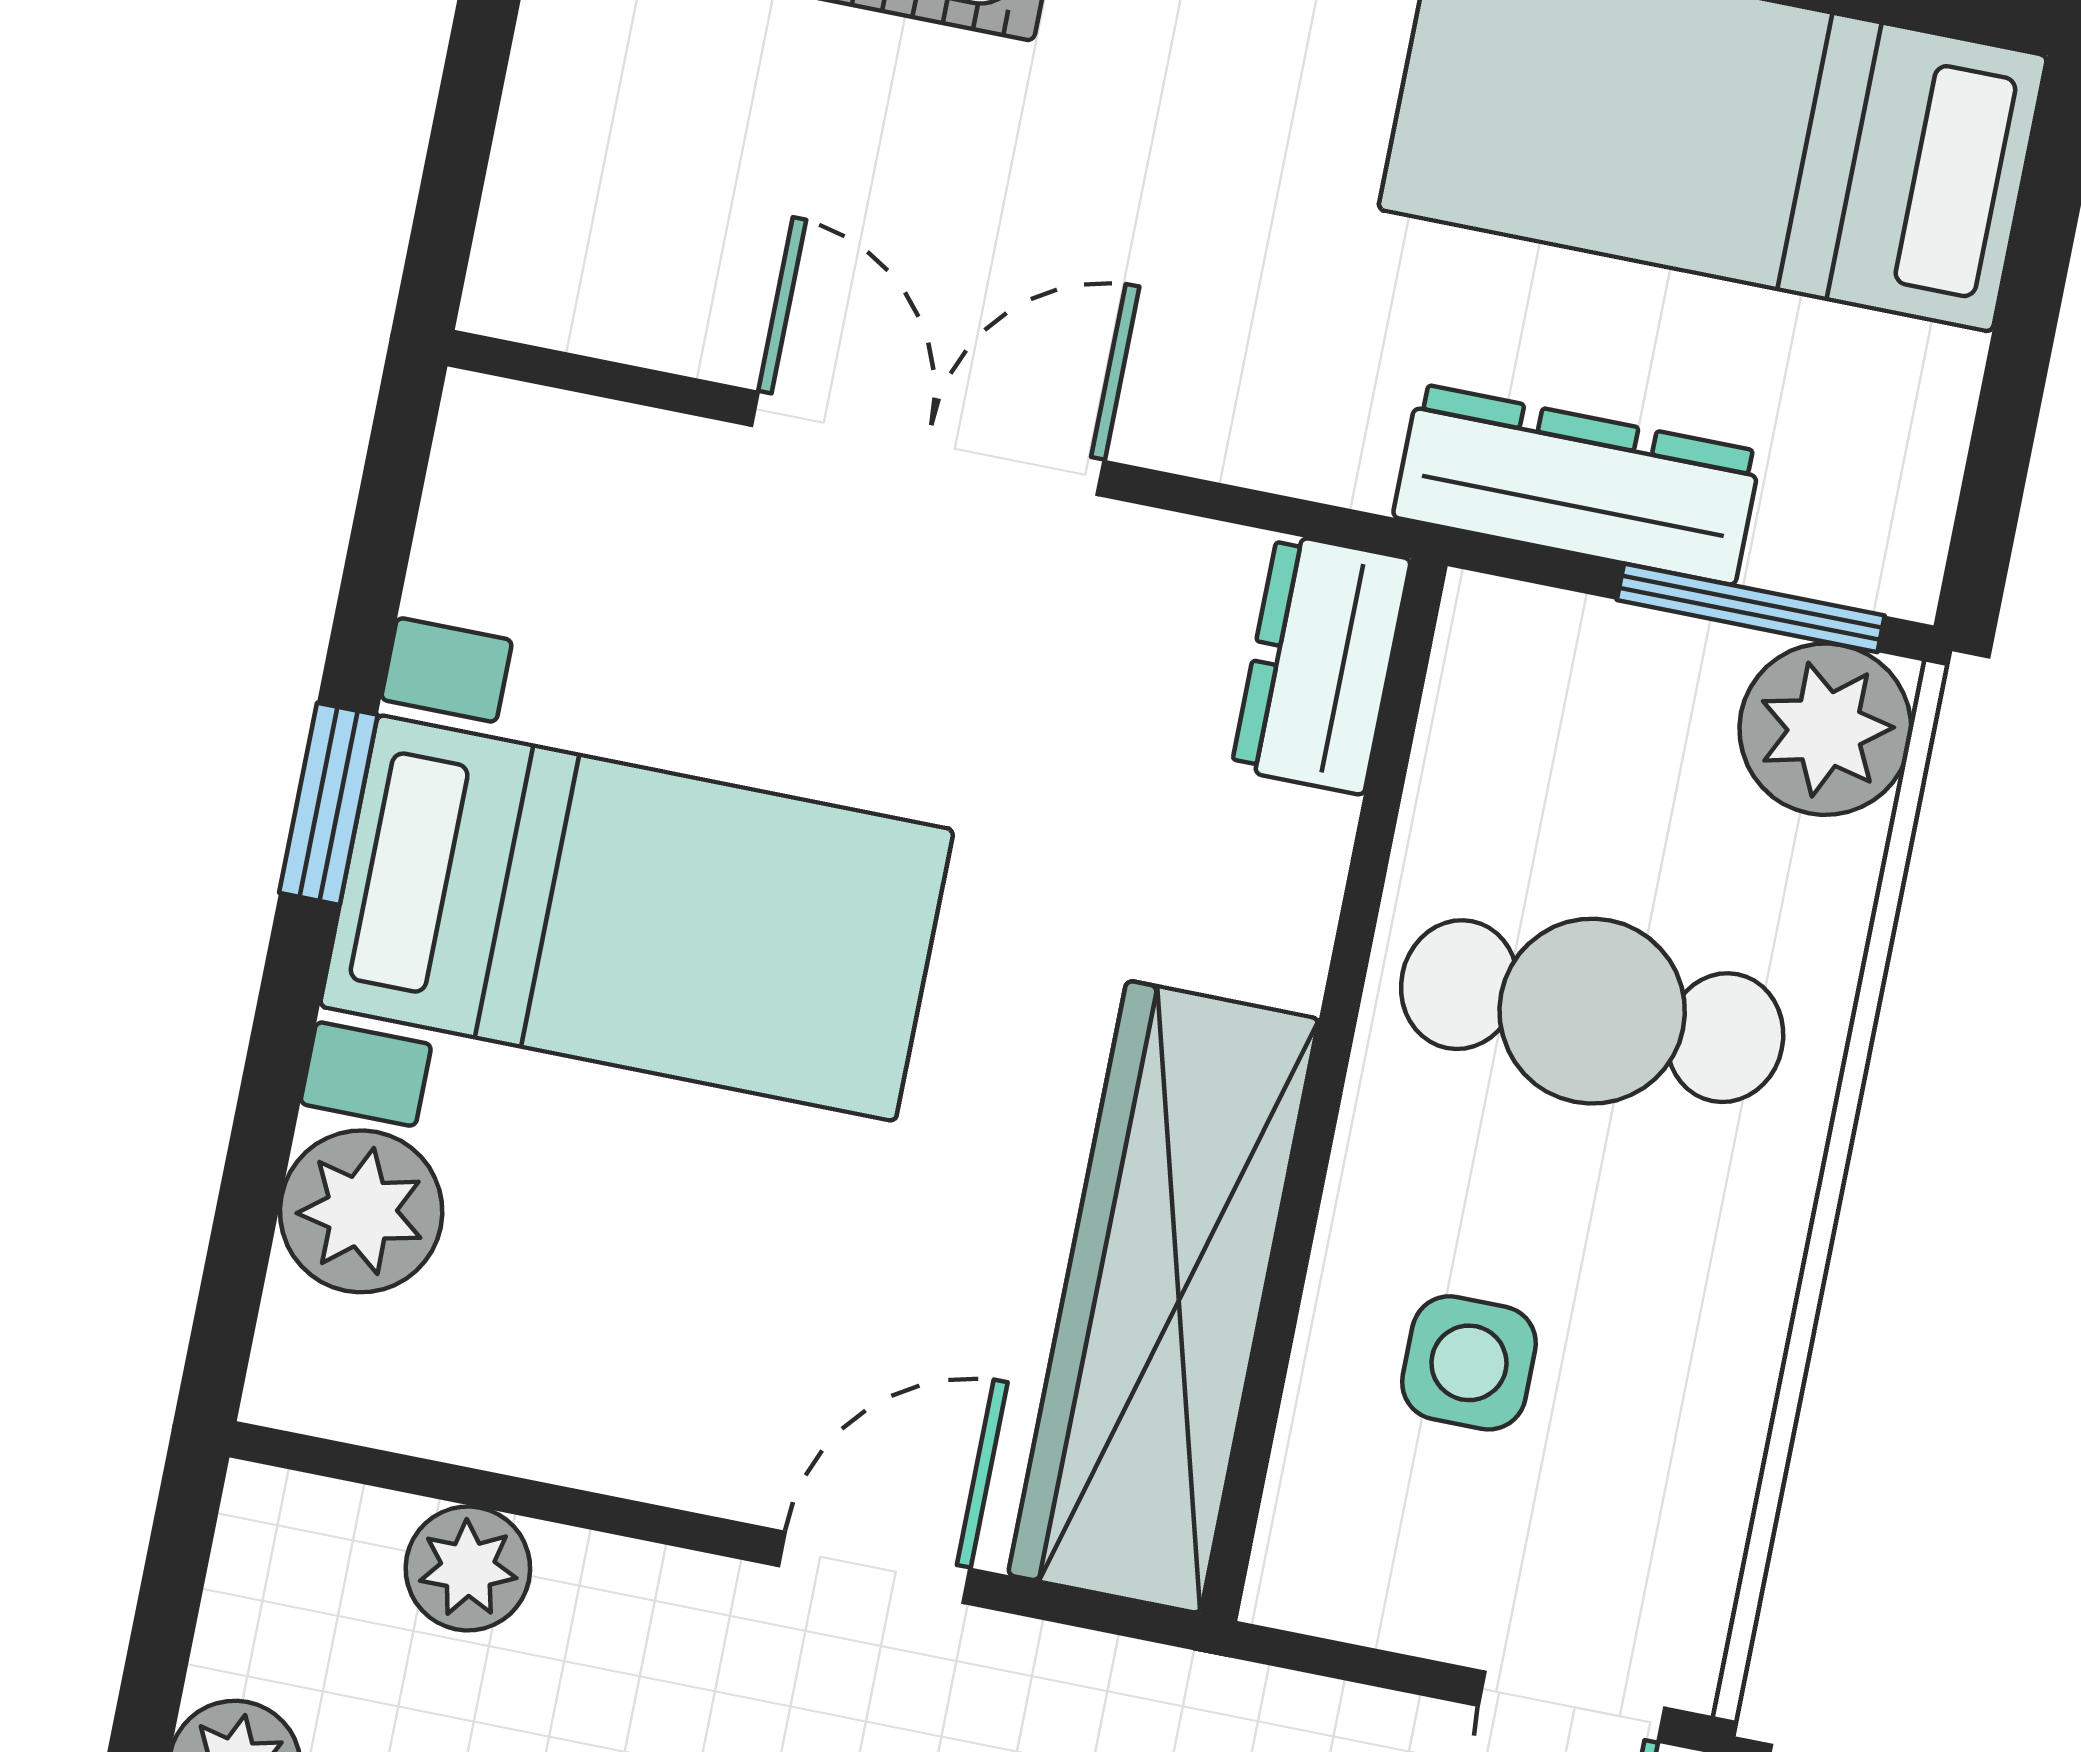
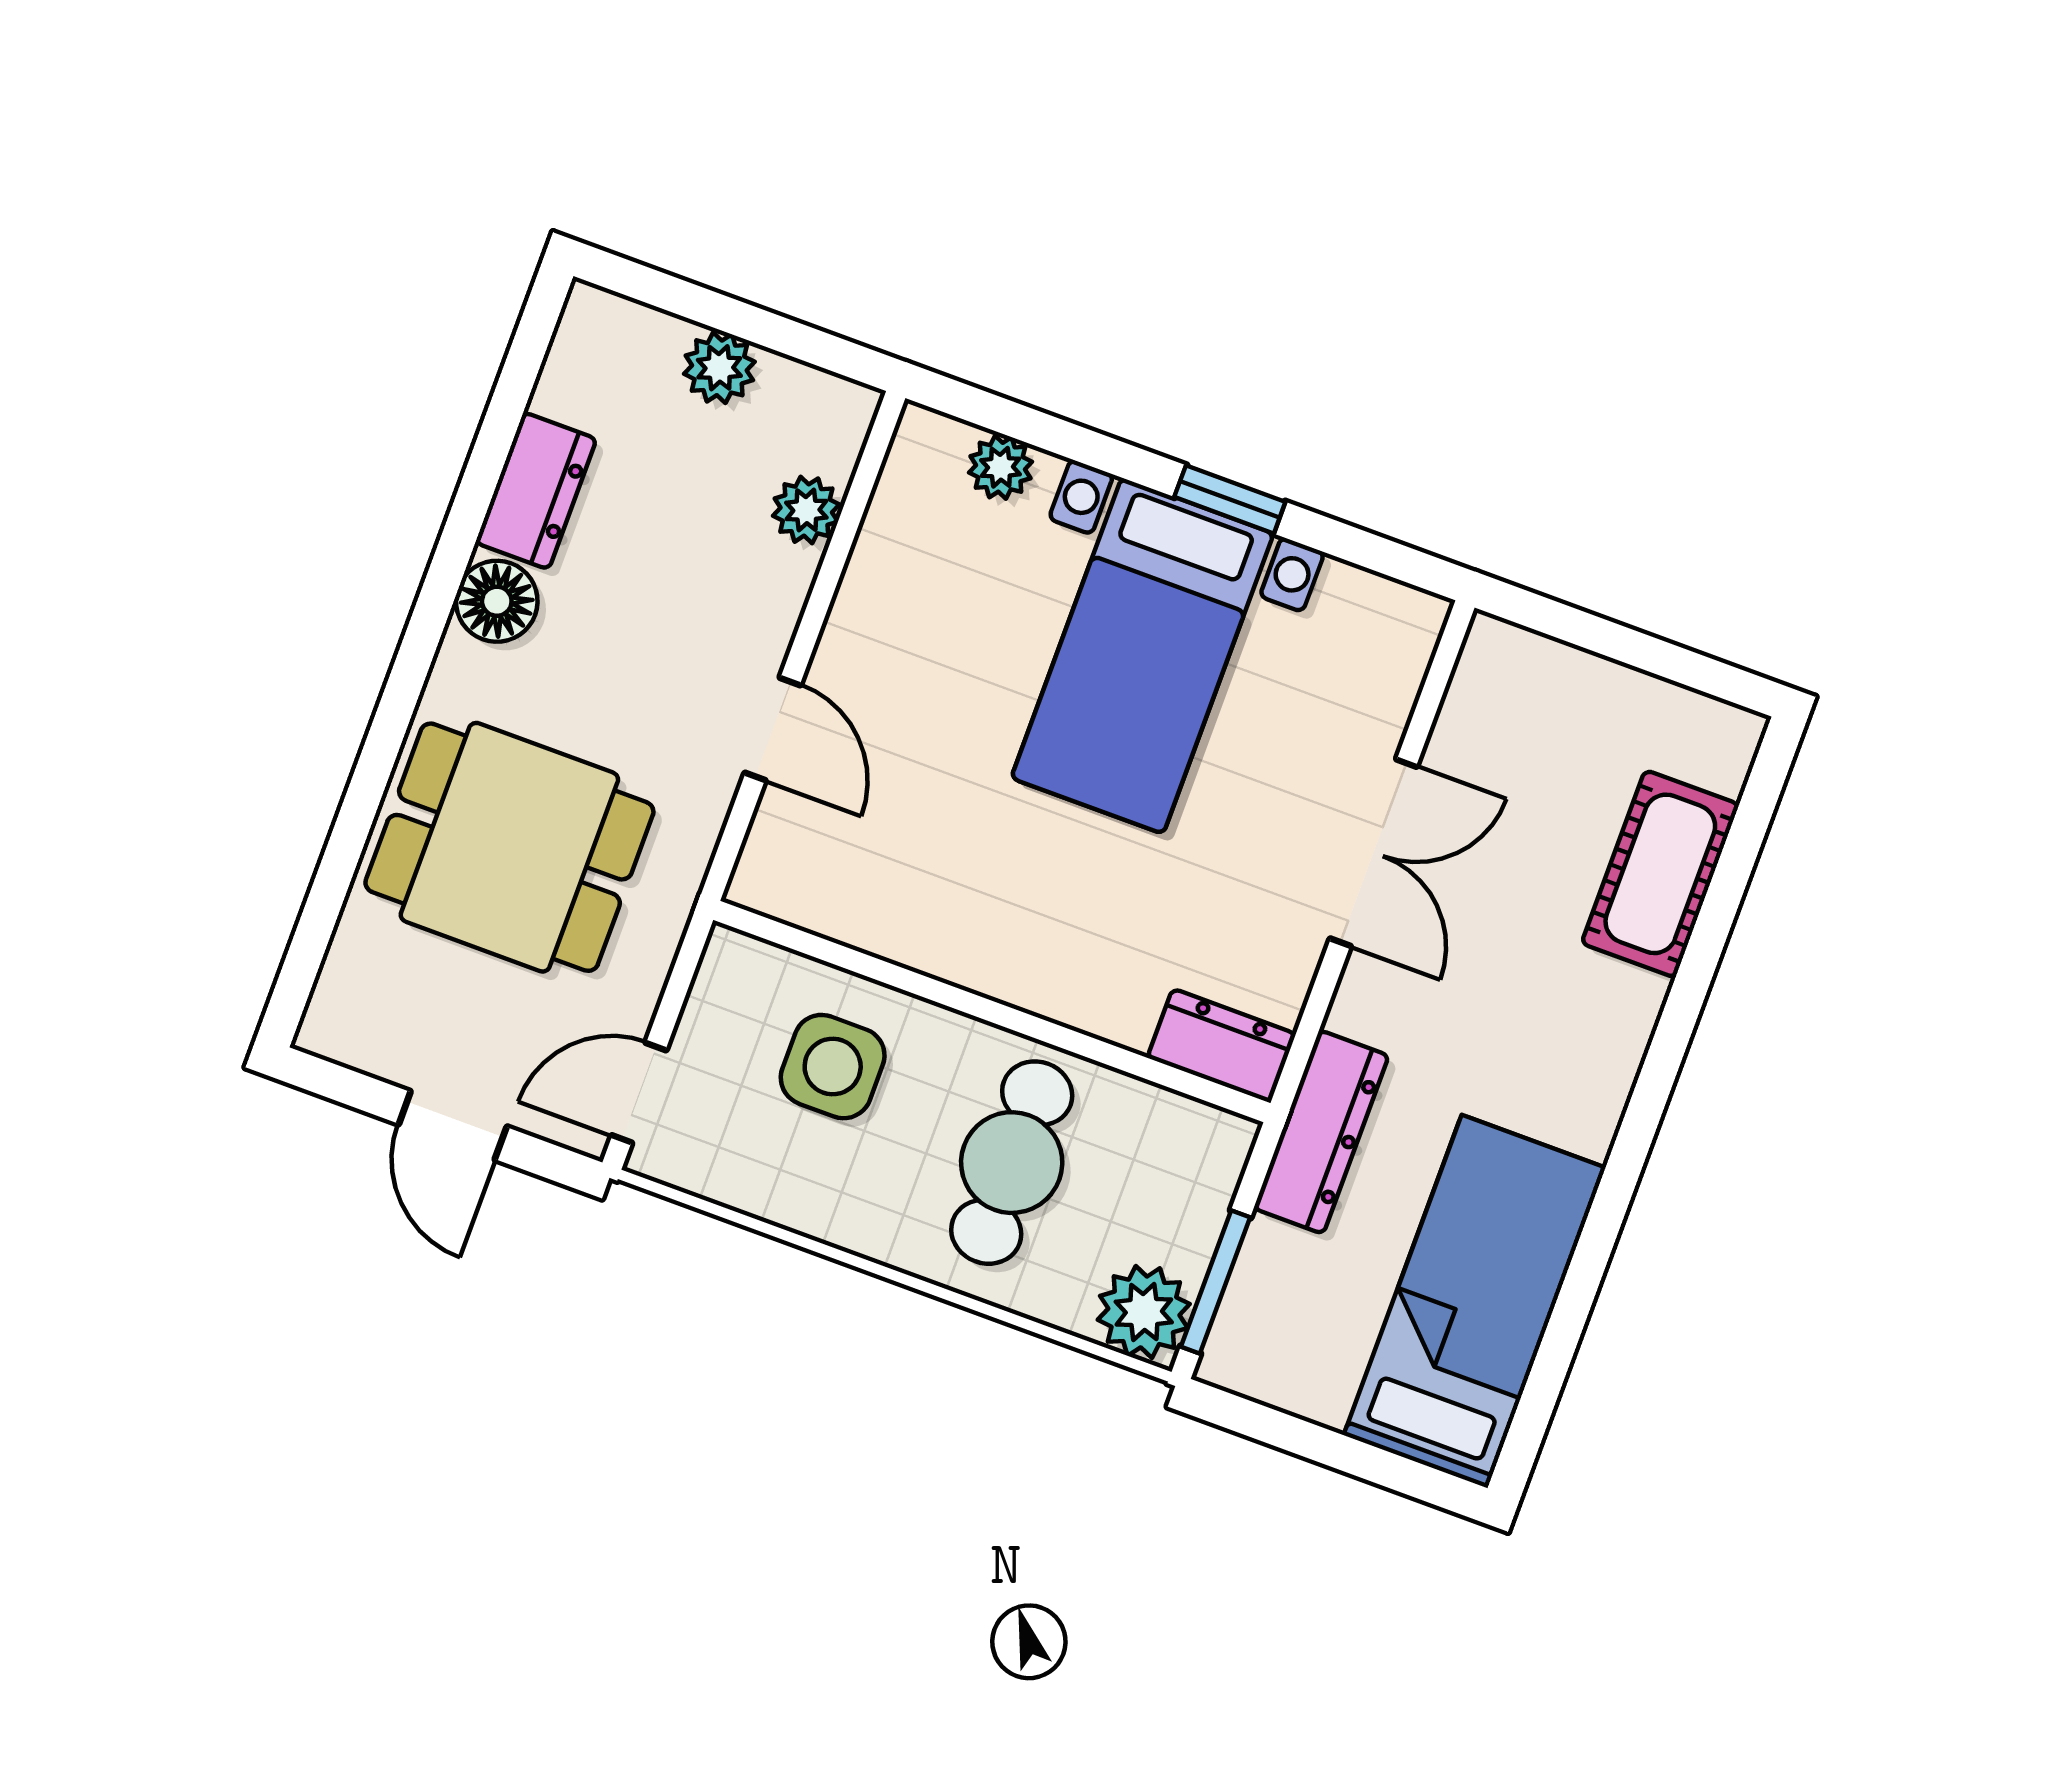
dresser: (1577, 484) -> (1321, 1132), moved
plant: (361, 1211) -> (1001, 467), width x0.73, depth x0.73
wardrobe: (1164, 1297) -> (894, 908), removed
side table: (1469, 1363) -> (833, 1067), width x1.37, depth x1.37

